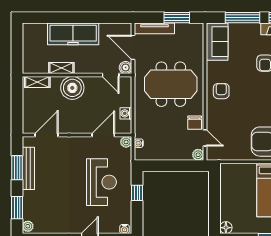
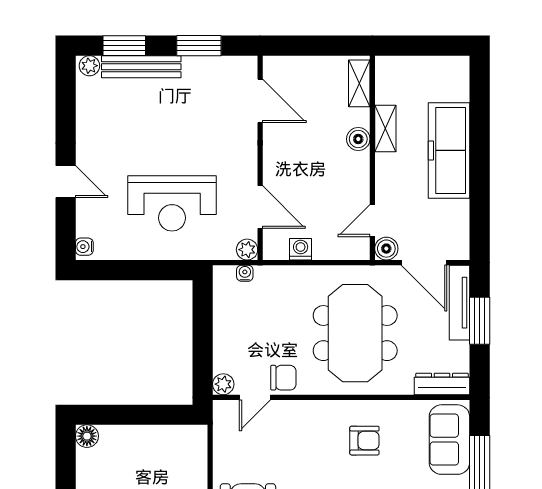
window: (177, 18) -> (480, 321), moved
dresser: (198, 38) -> (442, 384), added
sofa: (217, 42) -> (449, 440), moved, turned 90
door: (133, 47) -> (424, 263), swing flipped
boiler: (72, 88) -> (358, 139), width x0.54, depth x0.54
armchair: (221, 91) -> (364, 441), moved
chair: (195, 123) -> (283, 378), turned 180
bench: (28, 168) -> (141, 67), moved
window: (137, 193) -> (152, 270), removed

